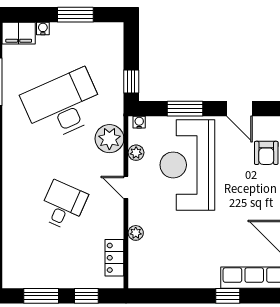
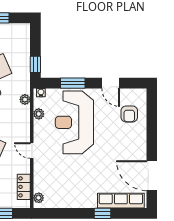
plant: (109, 139) -> (25, 99), width x0.53, depth x0.53
door: (126, 187) -> (32, 150), moved
plant: (136, 233) -> (39, 198), moved

